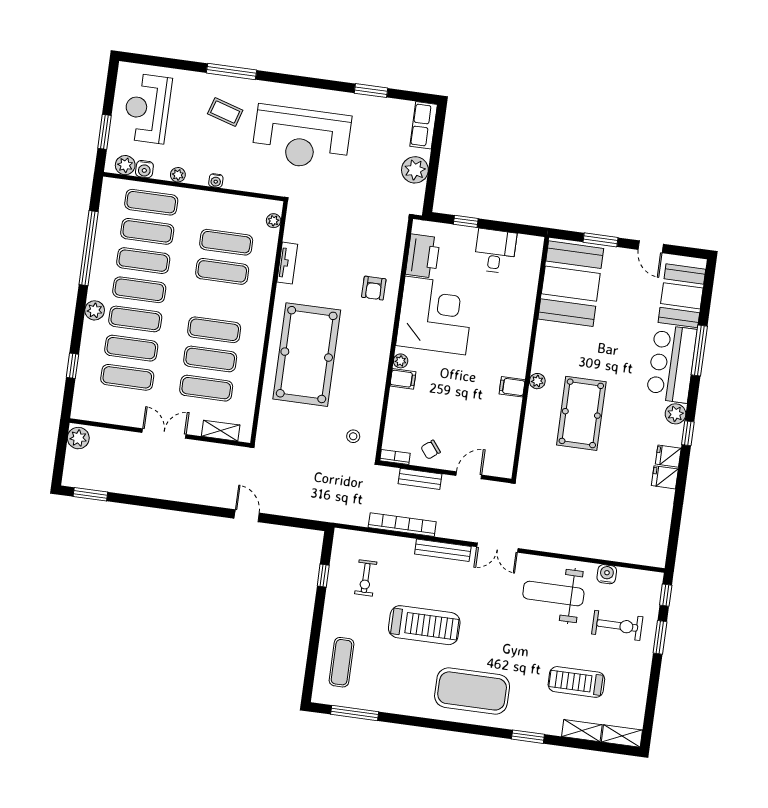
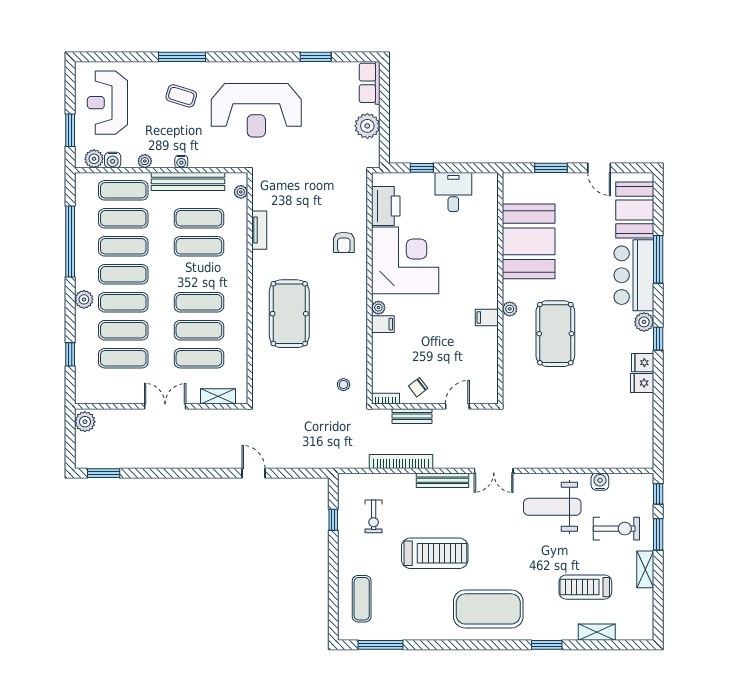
bench: (220, 202) -> (188, 181), added
booth: (571, 284) -> (529, 241), moved
pool table: (307, 355) -> (289, 314), width x0.73, depth x0.76
shelving: (622, 736) -> (645, 569), moved, turned 90

